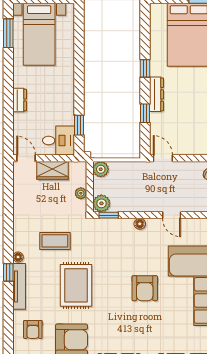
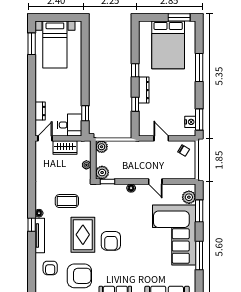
dresser: (20, 100) -> (40, 111), moved
door: (26, 158) -> (45, 138), hinge flipped
door: (163, 158) -> (161, 138), moved
armchair: (145, 288) -> (111, 241), moved

